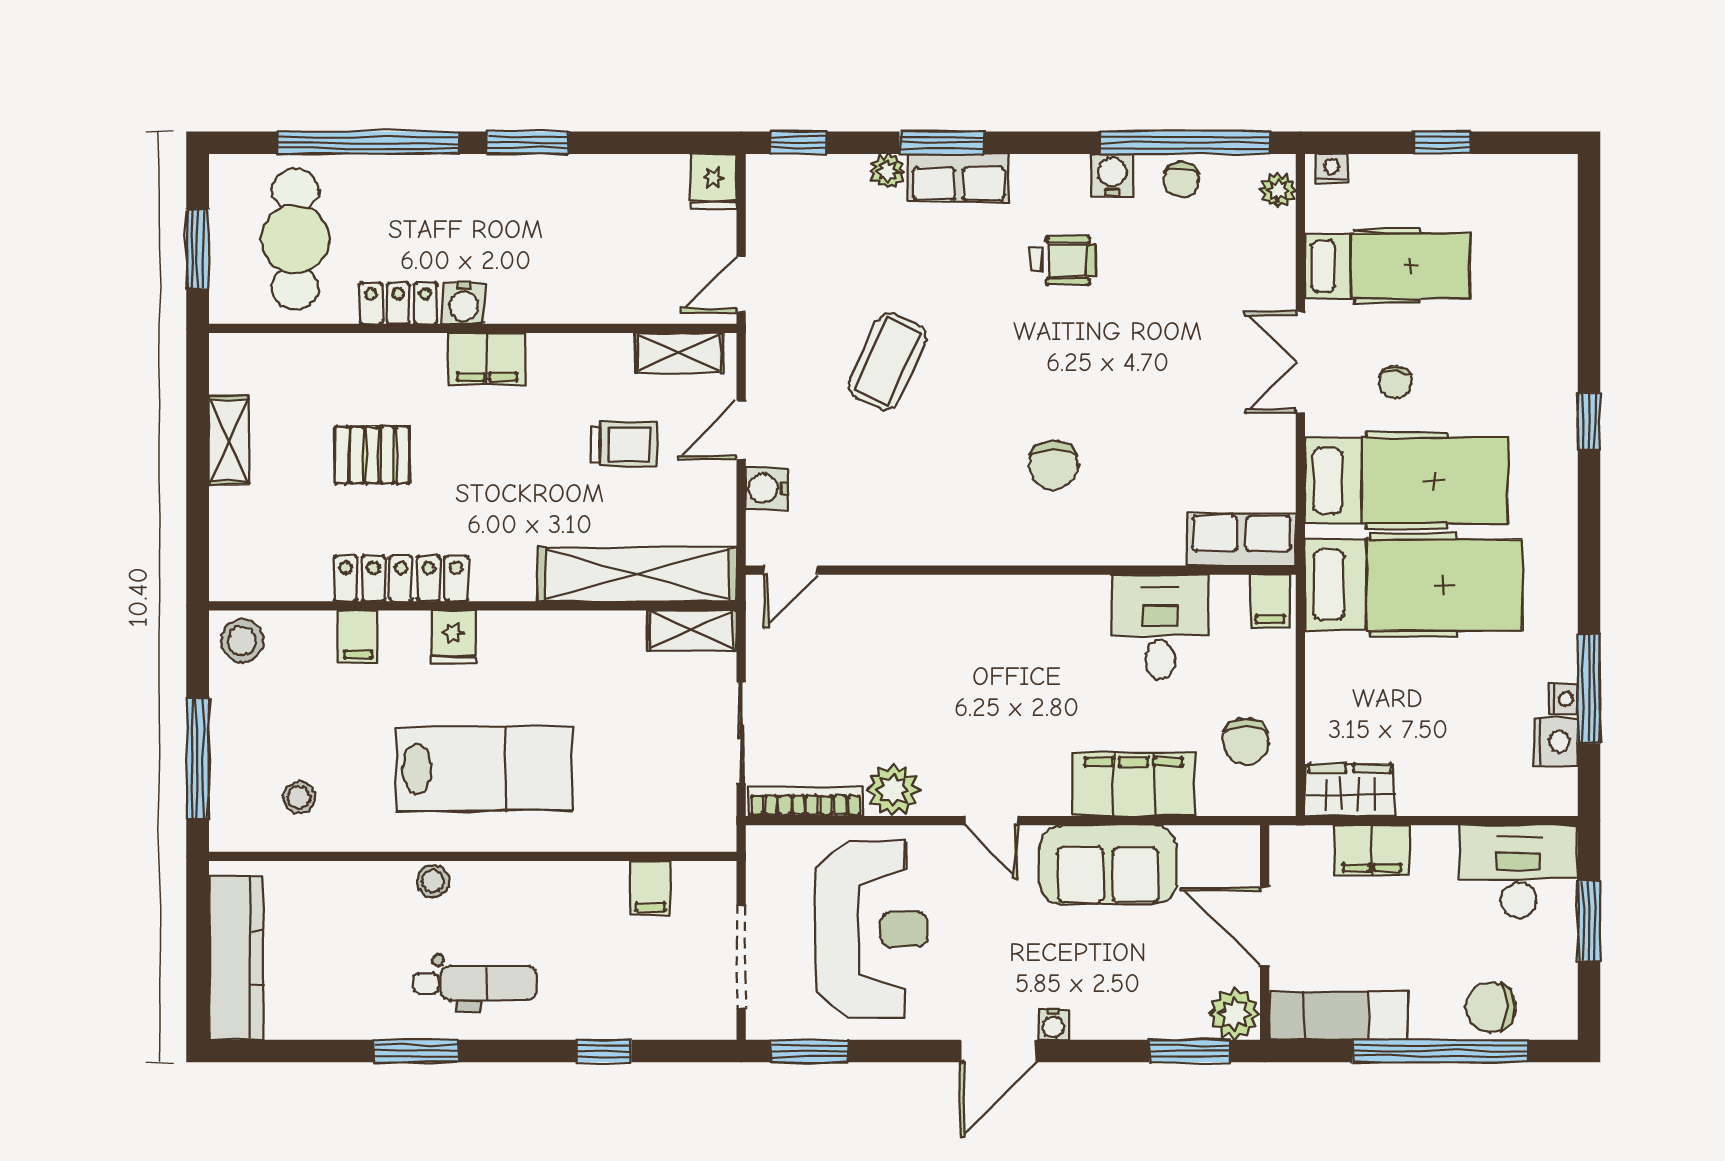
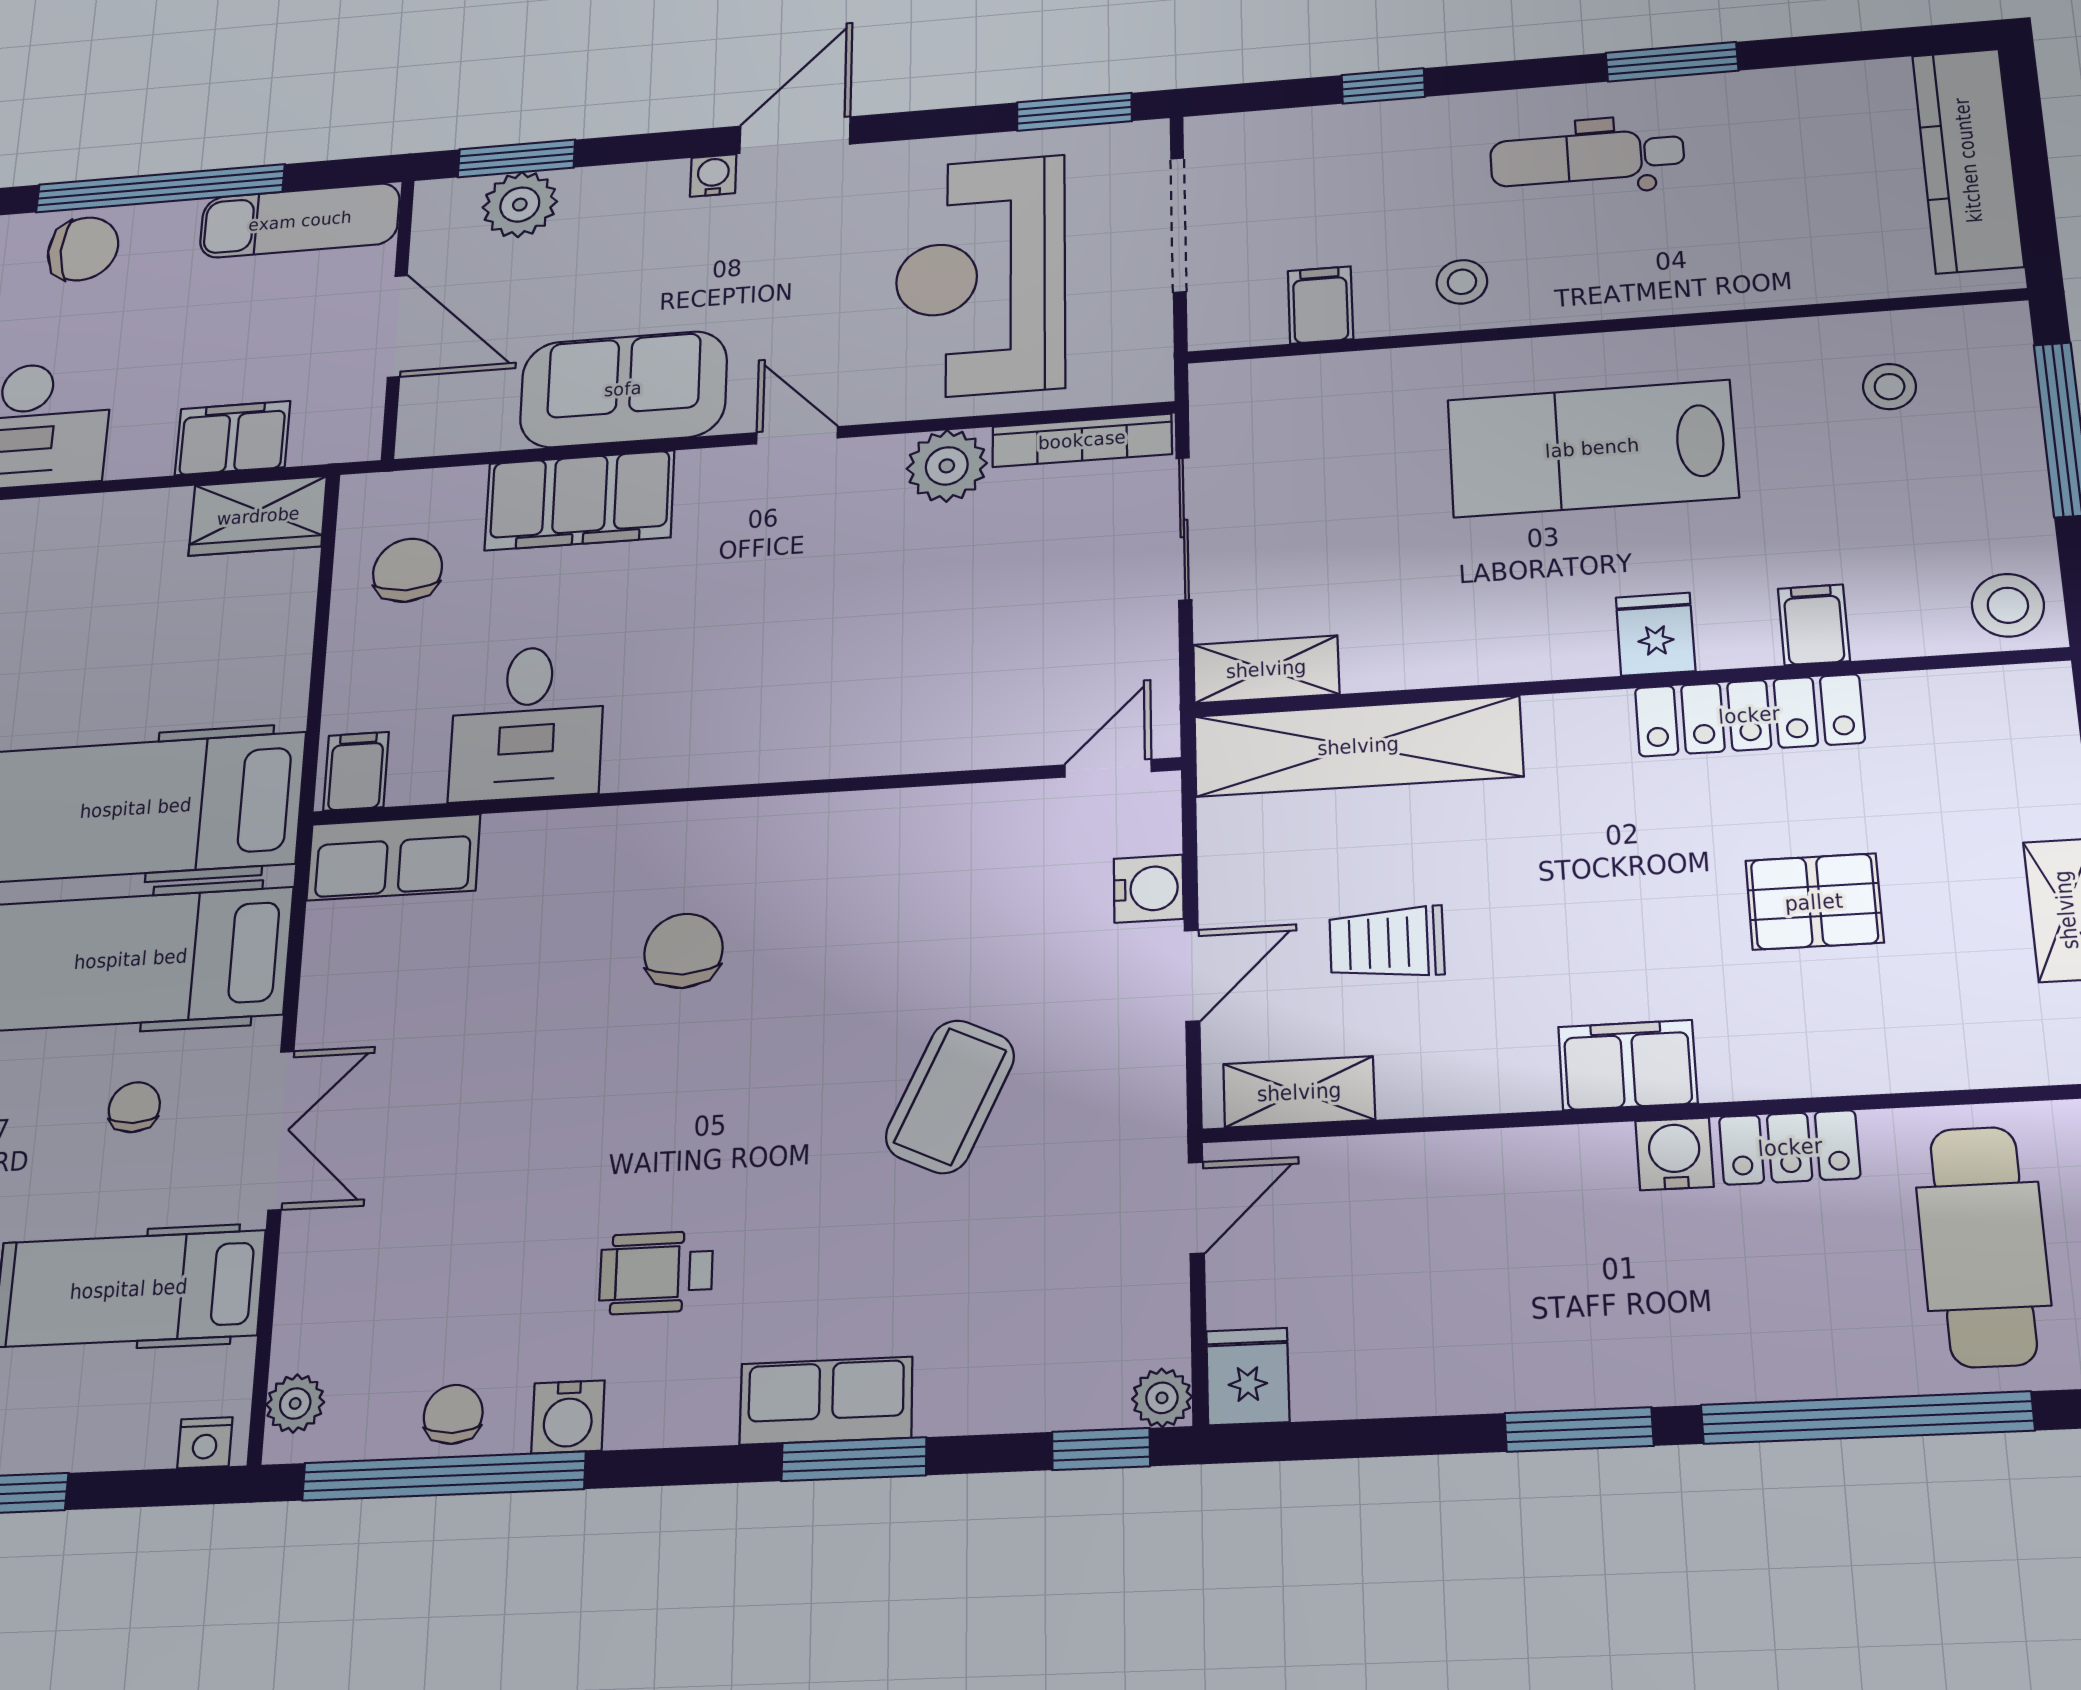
plant: (887, 171) -> (1162, 1398), moved
stool: (433, 881) -> (1462, 282), moved
plant: (1234, 1014) -> (520, 205), moved

